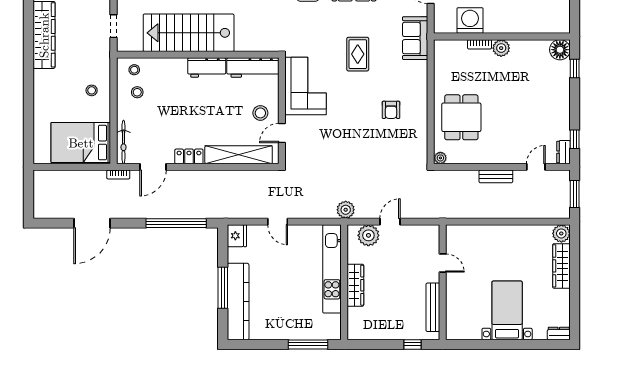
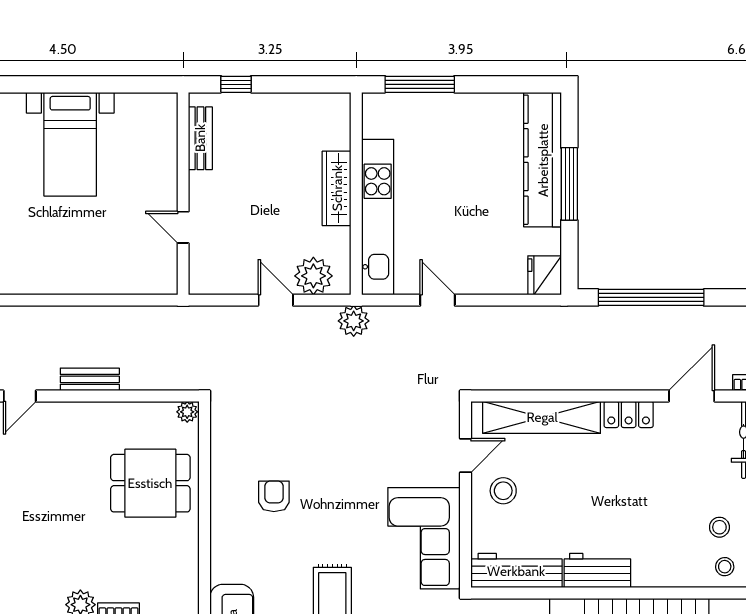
dining table: (461, 117) -> (150, 483), turned 90
door: (278, 222) -> (438, 300), moved
door: (390, 222) -> (276, 300), swing flipped
bench: (433, 307) -> (200, 138), width x0.73

